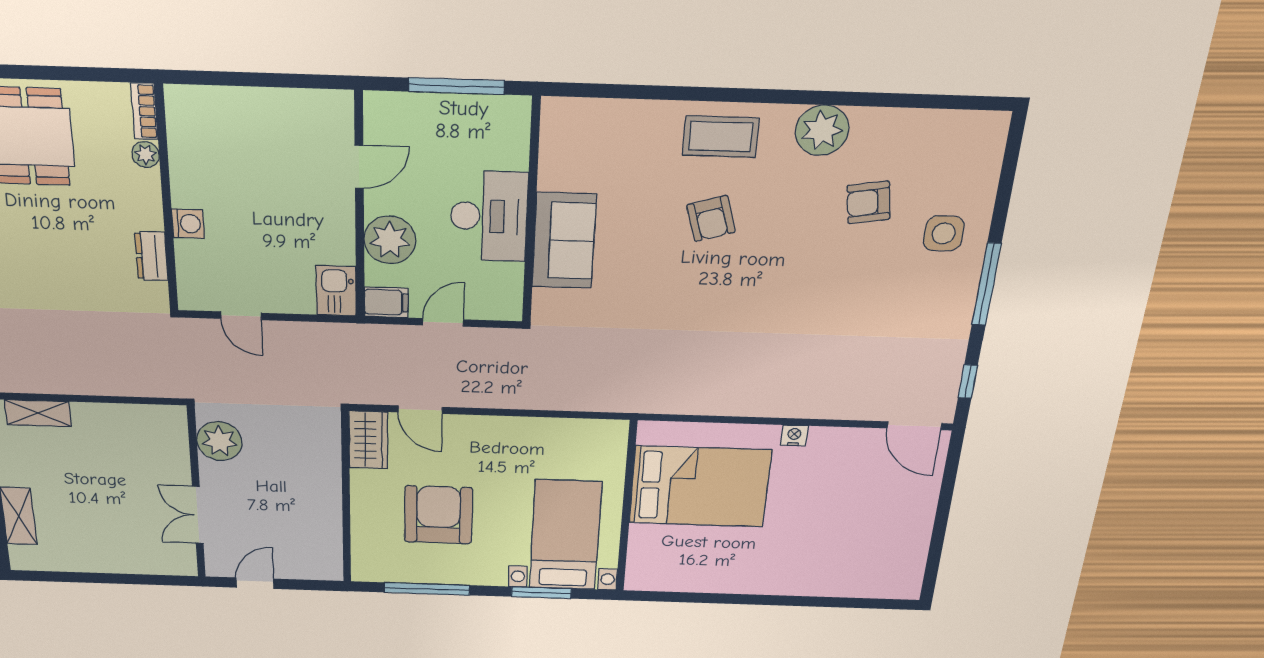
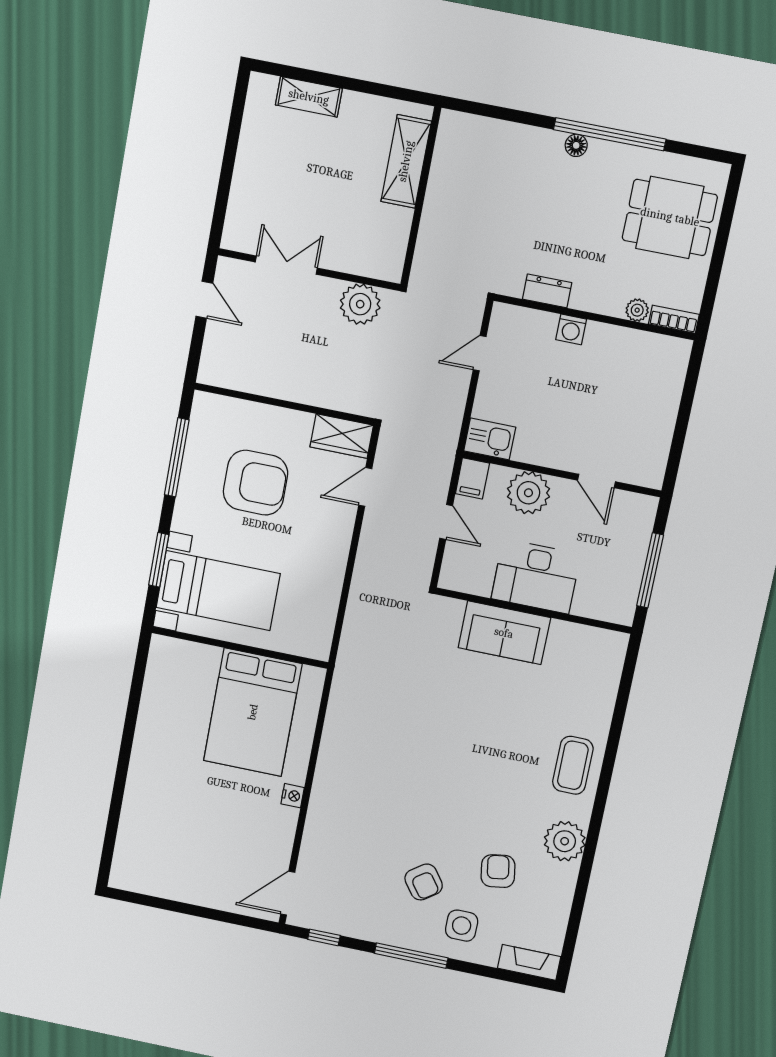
fireplace: (989, 147) -> (529, 962), added
armchair: (711, 219) -> (424, 882), moved, turned -109
shelving: (38, 413) -> (406, 161), width x1.50, depth x1.33

